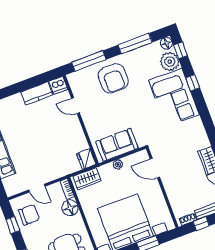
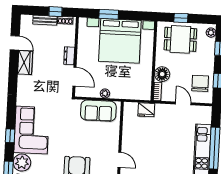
fridge: (86, 159) -> (146, 110), moved, turned 90
wardrobe: (87, 179) -> (137, 93), removed
dresser: (169, 186) -> (69, 56), added
chair: (29, 215) -> (200, 83), turned 90

